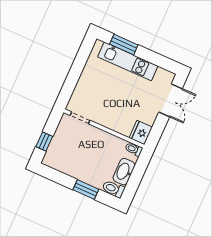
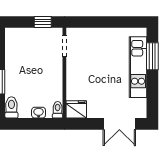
window: (44, 141) -> (43, 22), moved
washbasin: (124, 172) -> (39, 113), width x0.52, depth x0.69

